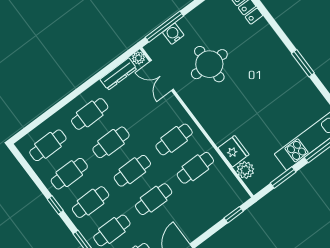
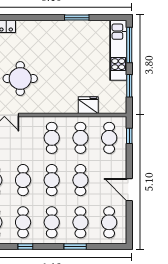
window: (303, 63) -> (77, 18), moved
plant: (245, 170) -> (106, 107), removed
cafe table: (217, 196) -> (109, 138), added
window: (55, 205) -> (25, 247), moved

